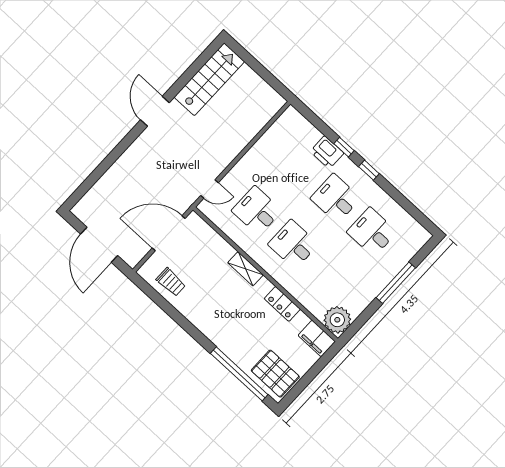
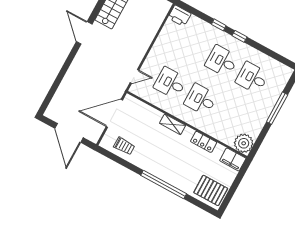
printer: (327, 152) -> (180, 16), moved
window: (239, 374) -> (164, 184), moved

